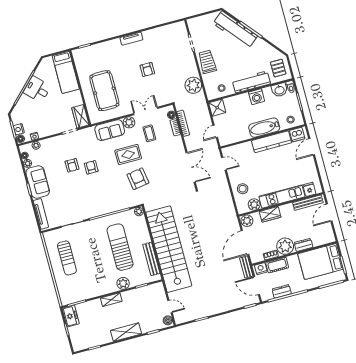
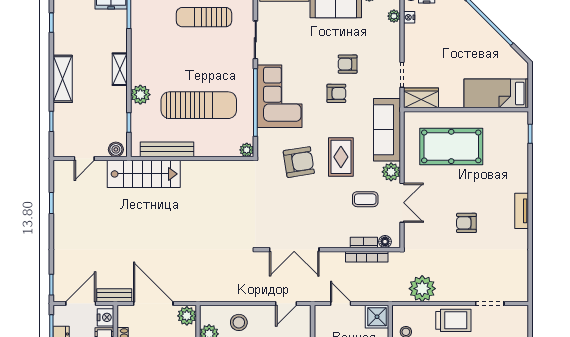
desk: (37, 89) -> (482, 41), removed
sofa: (110, 130) -> (387, 130), width x1.36
corner sofa: (102, 201) -> (279, 96), added
stairs: (169, 249) -> (144, 174), width x0.54, depth x0.66
boiler: (168, 320) -> (116, 149), moved

